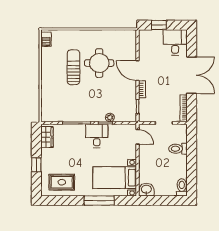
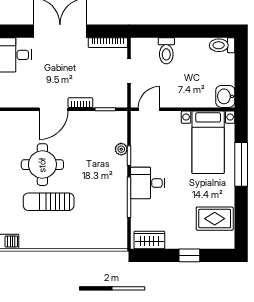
desk: (97, 136) -> (148, 183), moved
rug: (62, 182) -> (215, 219), turned 90

